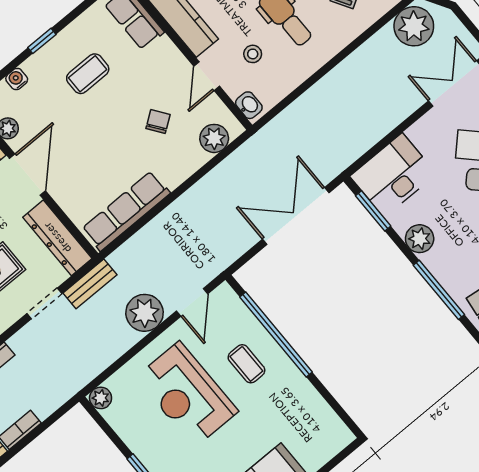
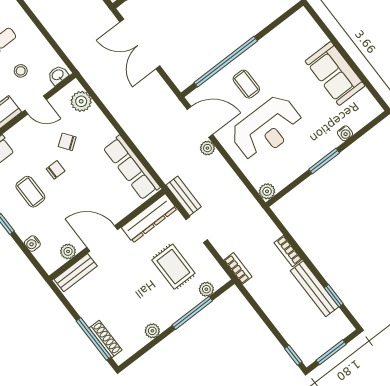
chair: (119, 107) -> (56, 170), added
door: (192, 302) -> (200, 122), width x1.37
plant: (145, 313) -> (207, 148), width x0.53, depth x0.53
coffee table: (246, 364) -> (246, 84), turned 90

